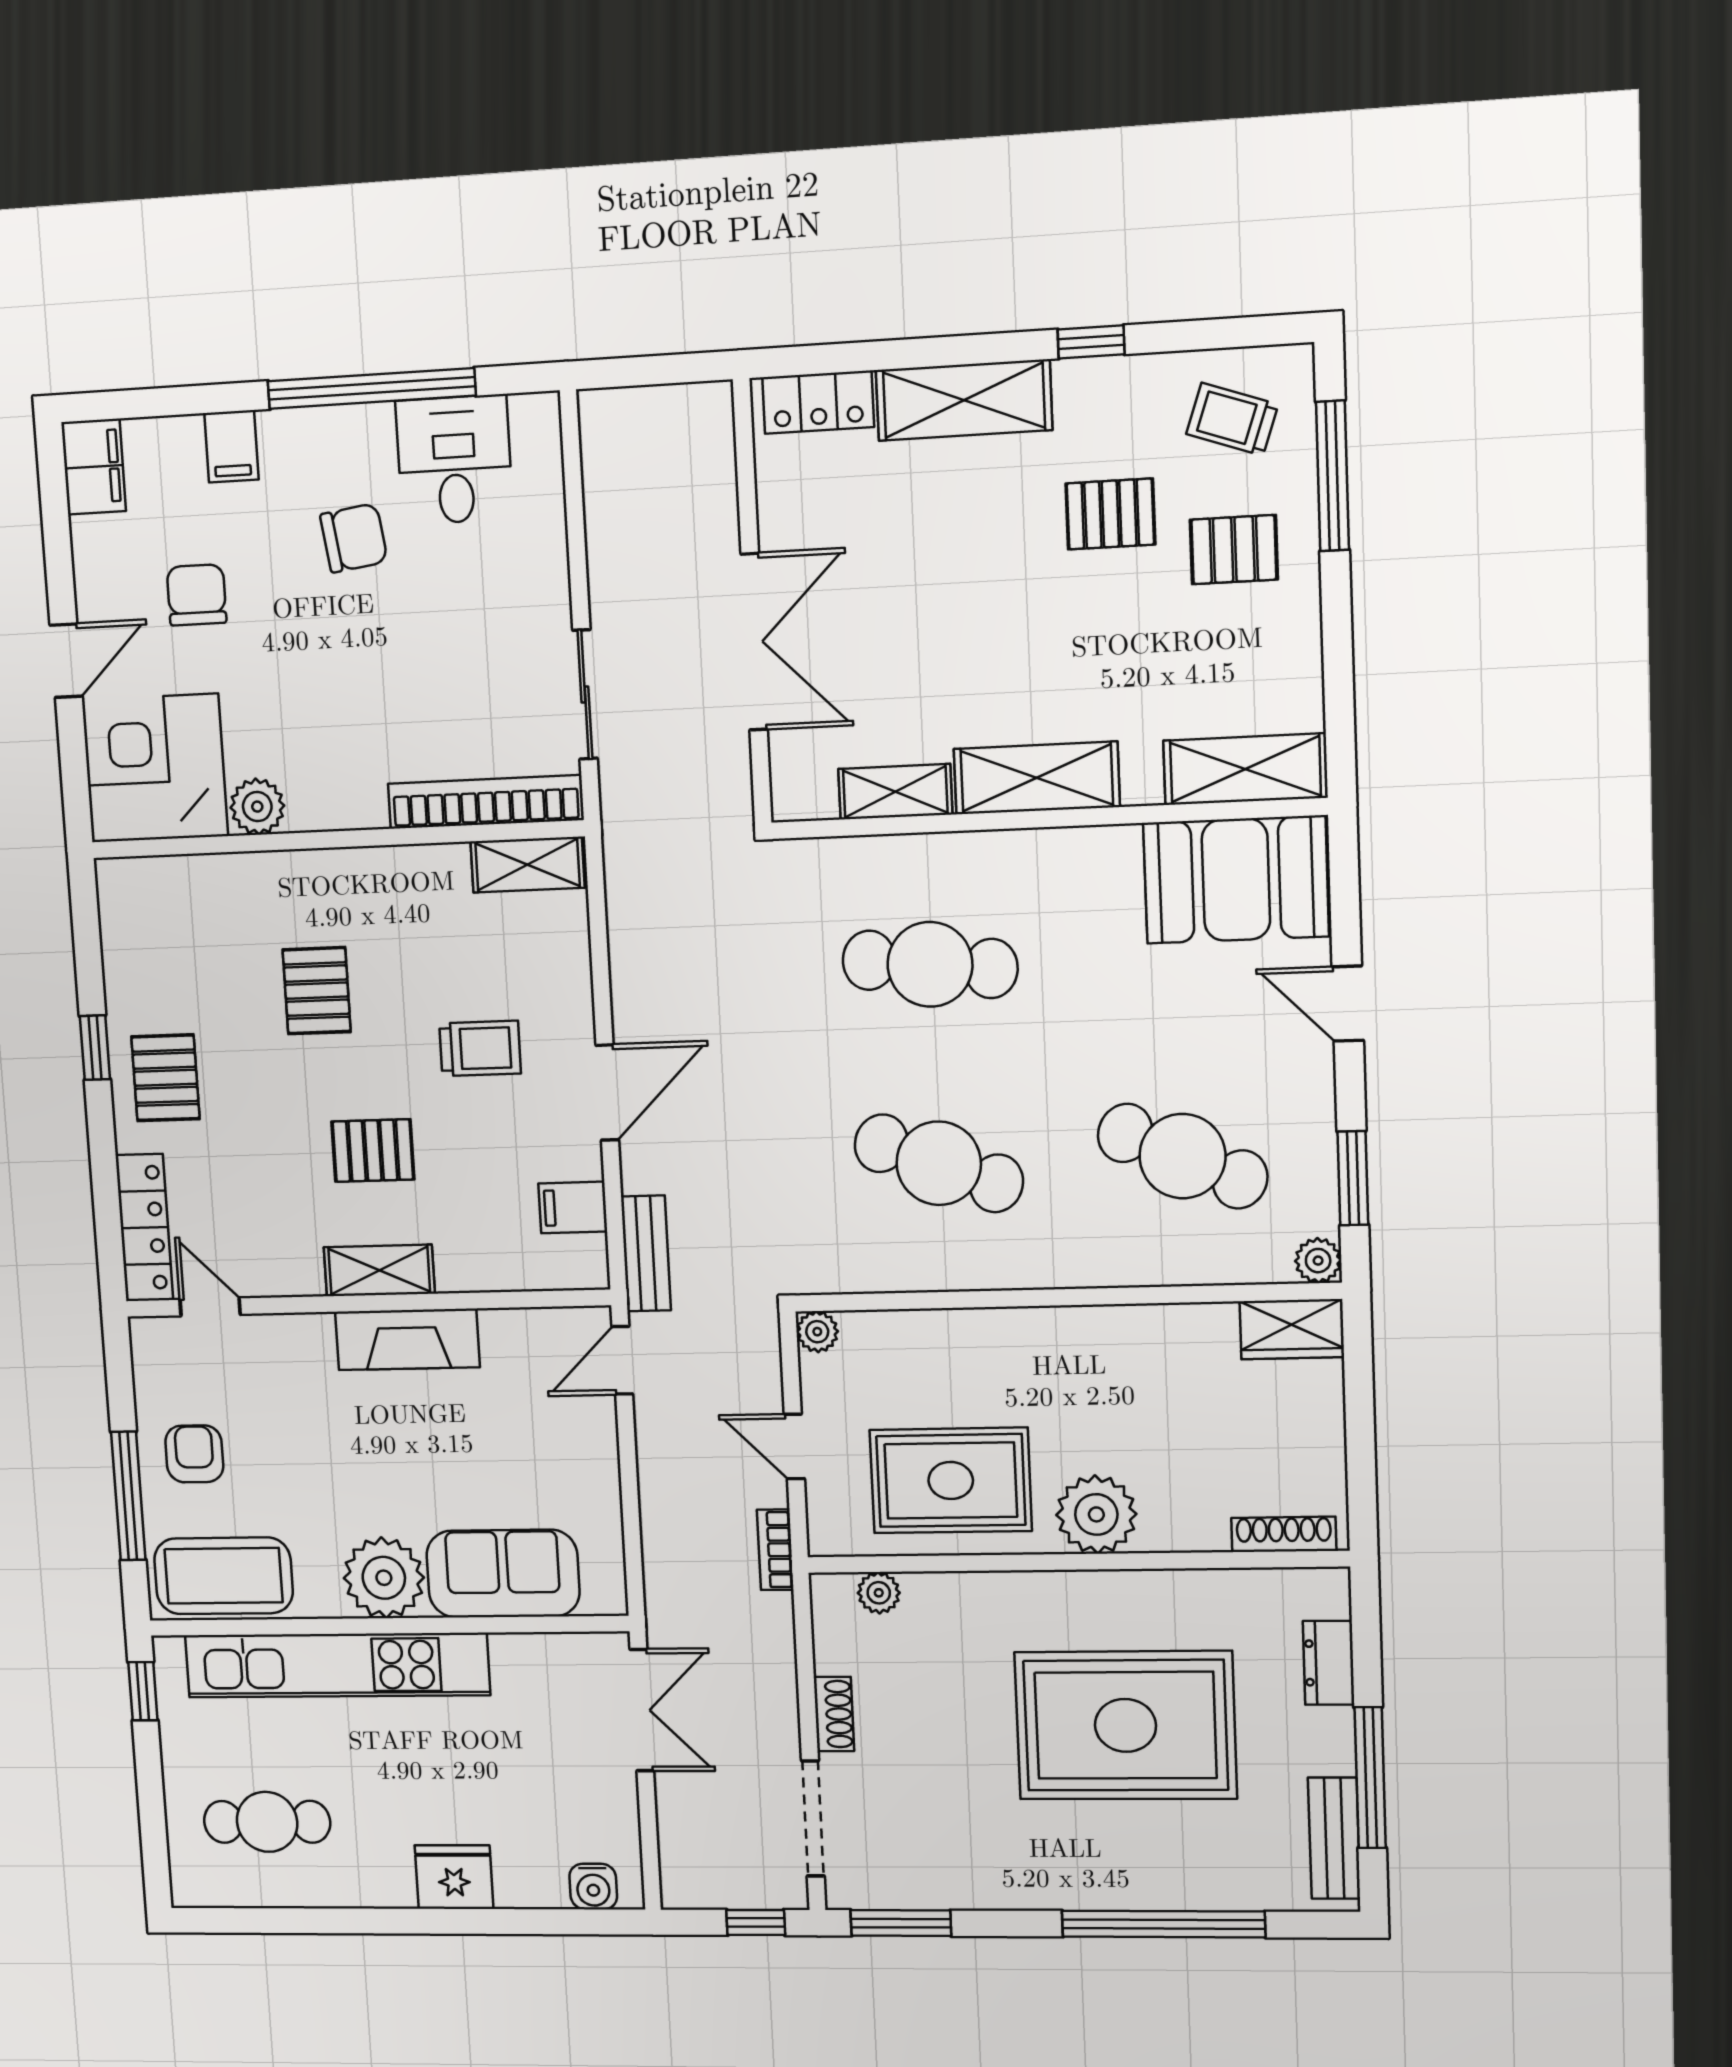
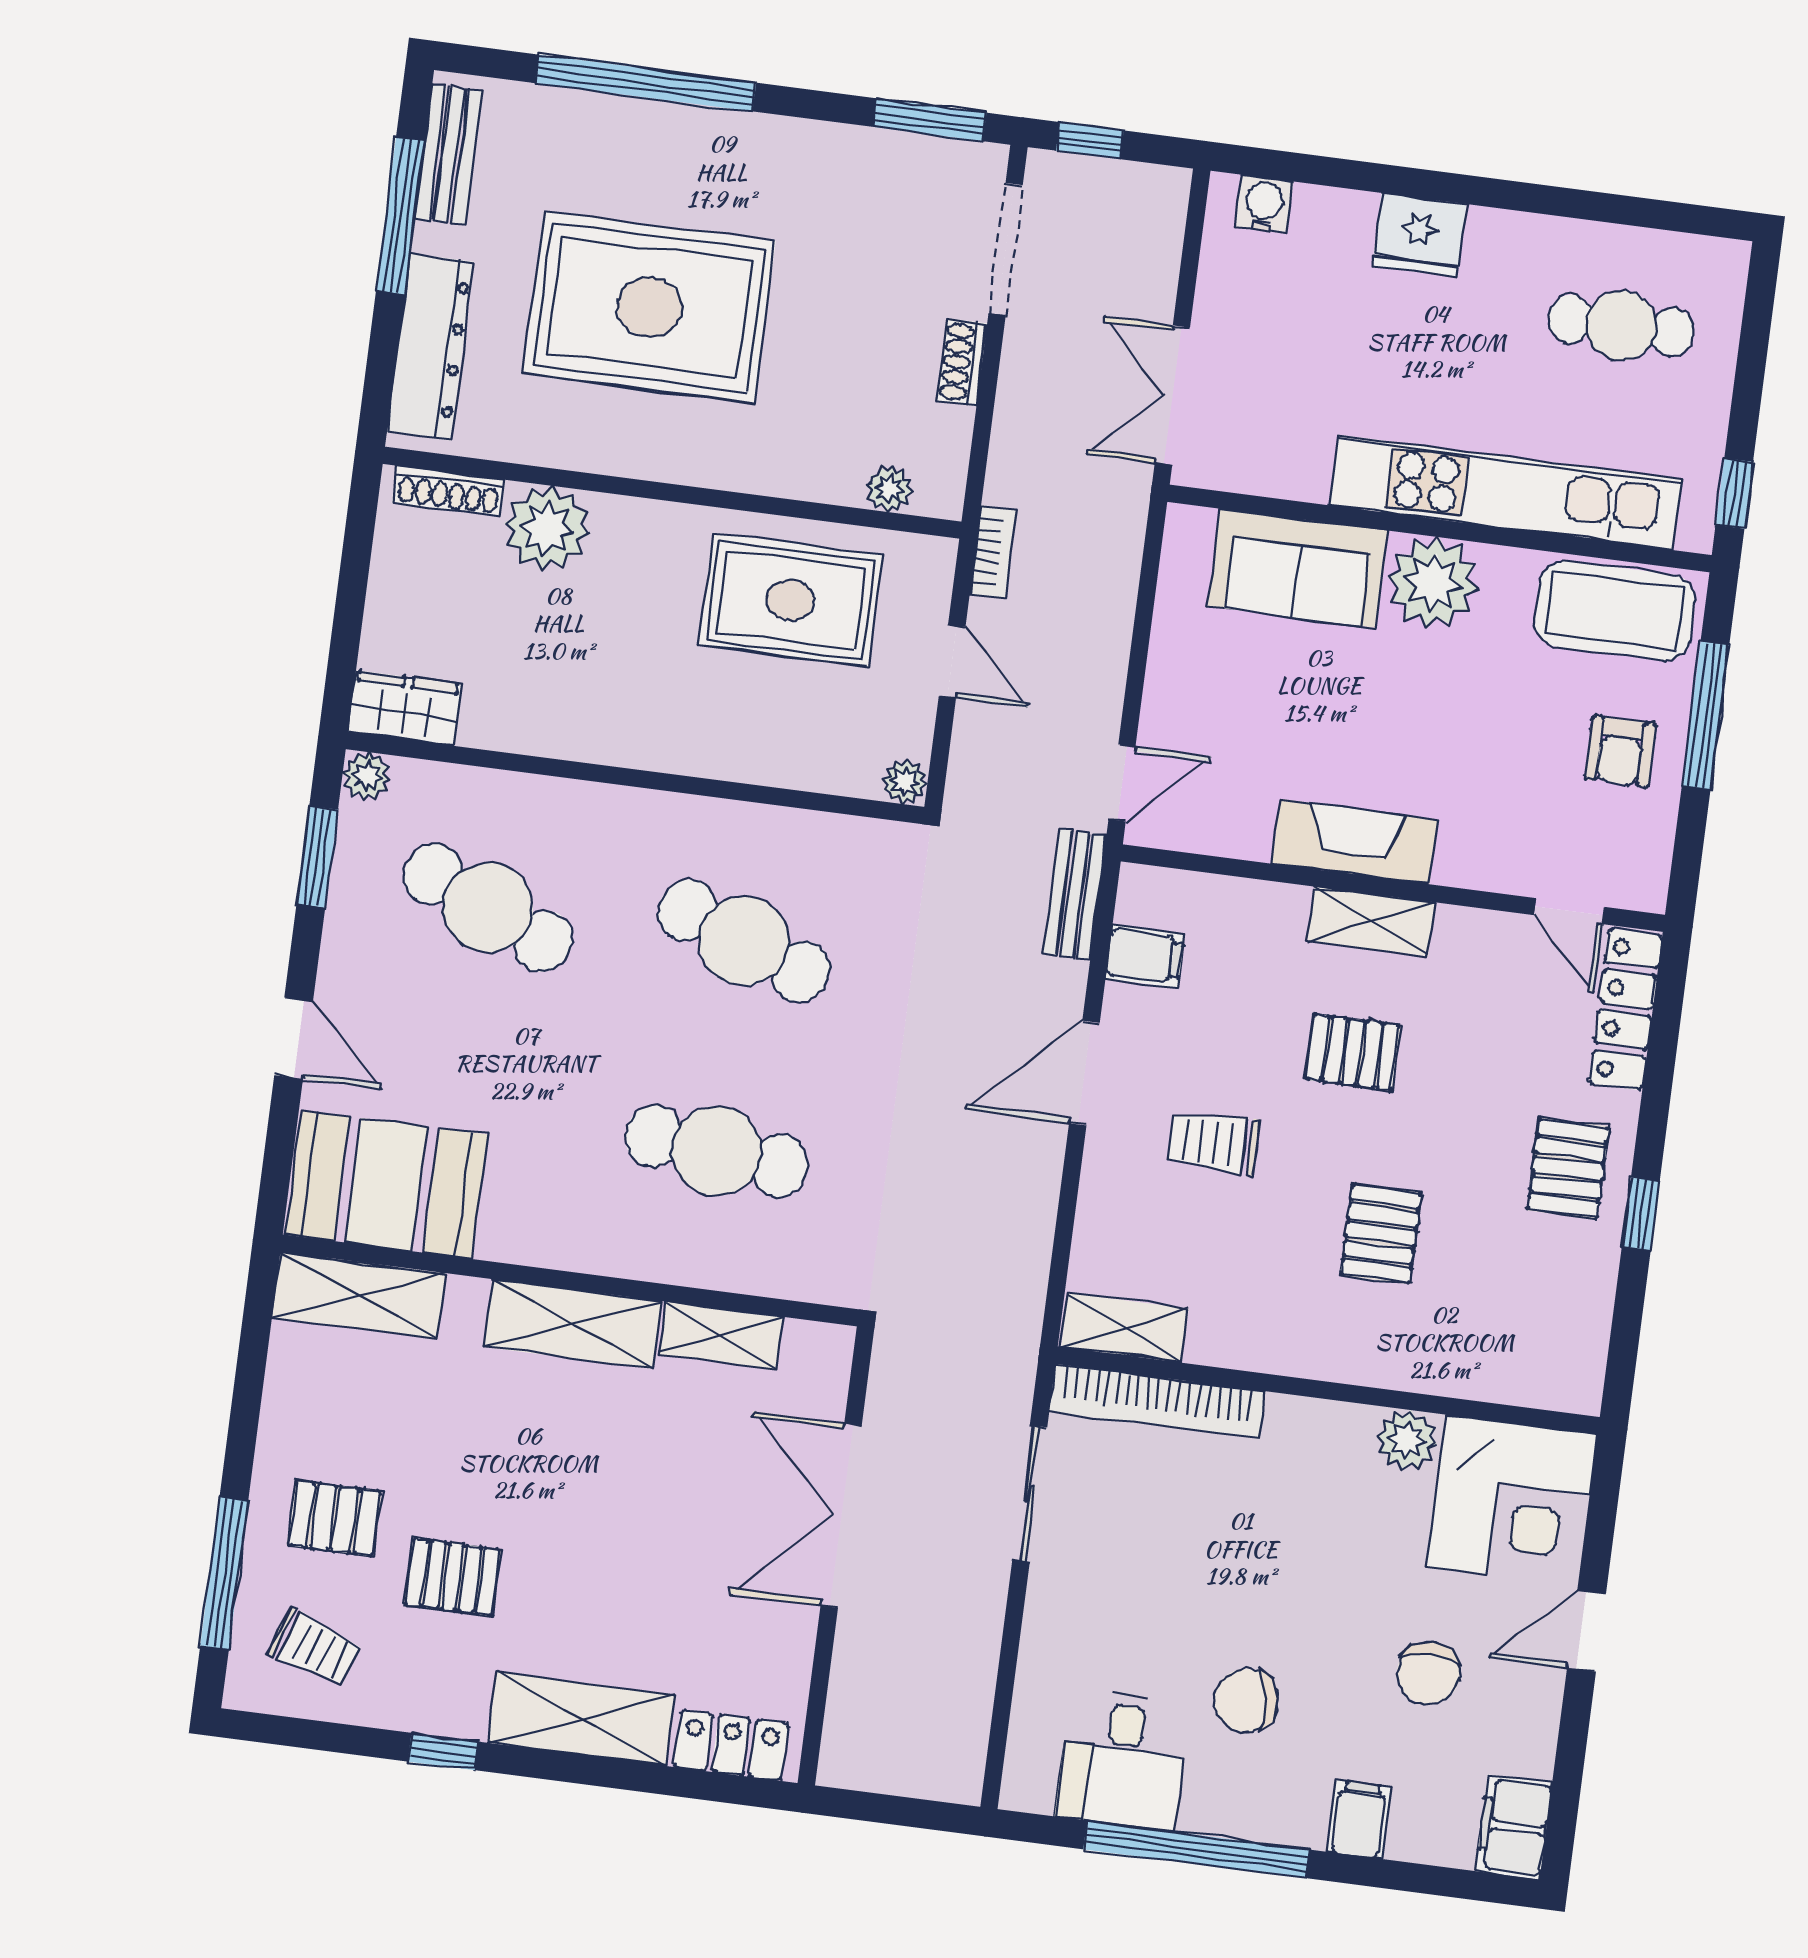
plant: (1096, 1514) -> (547, 528), moved
dresser: (1329, 1663) -> (430, 347), width x1.96, depth x1.24

